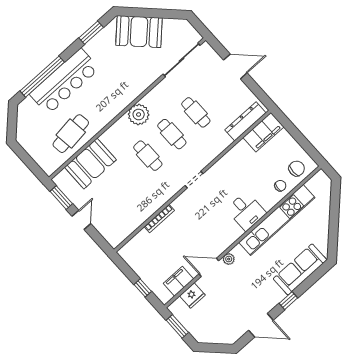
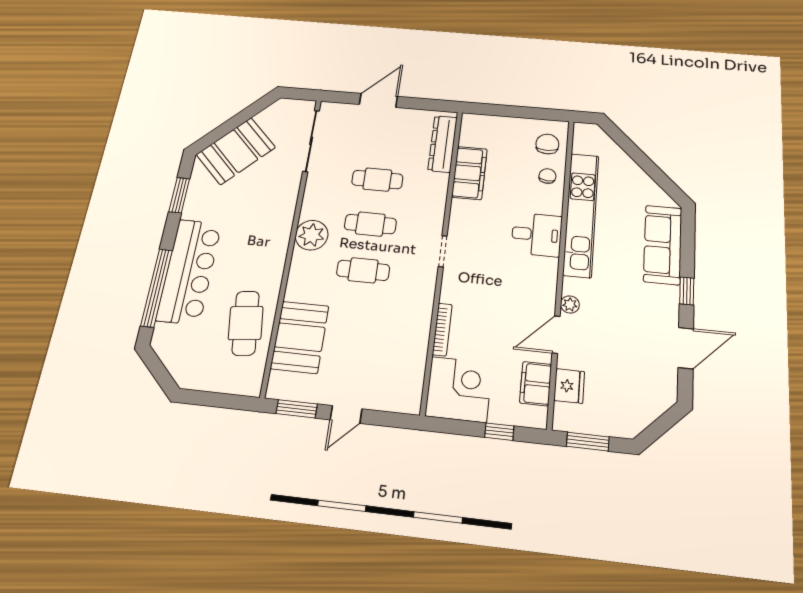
filing cabinet: (263, 132) -> (469, 173), moved
door: (81, 220) -> (346, 414), swing flipped
corner desk: (142, 253) -> (459, 389), added

